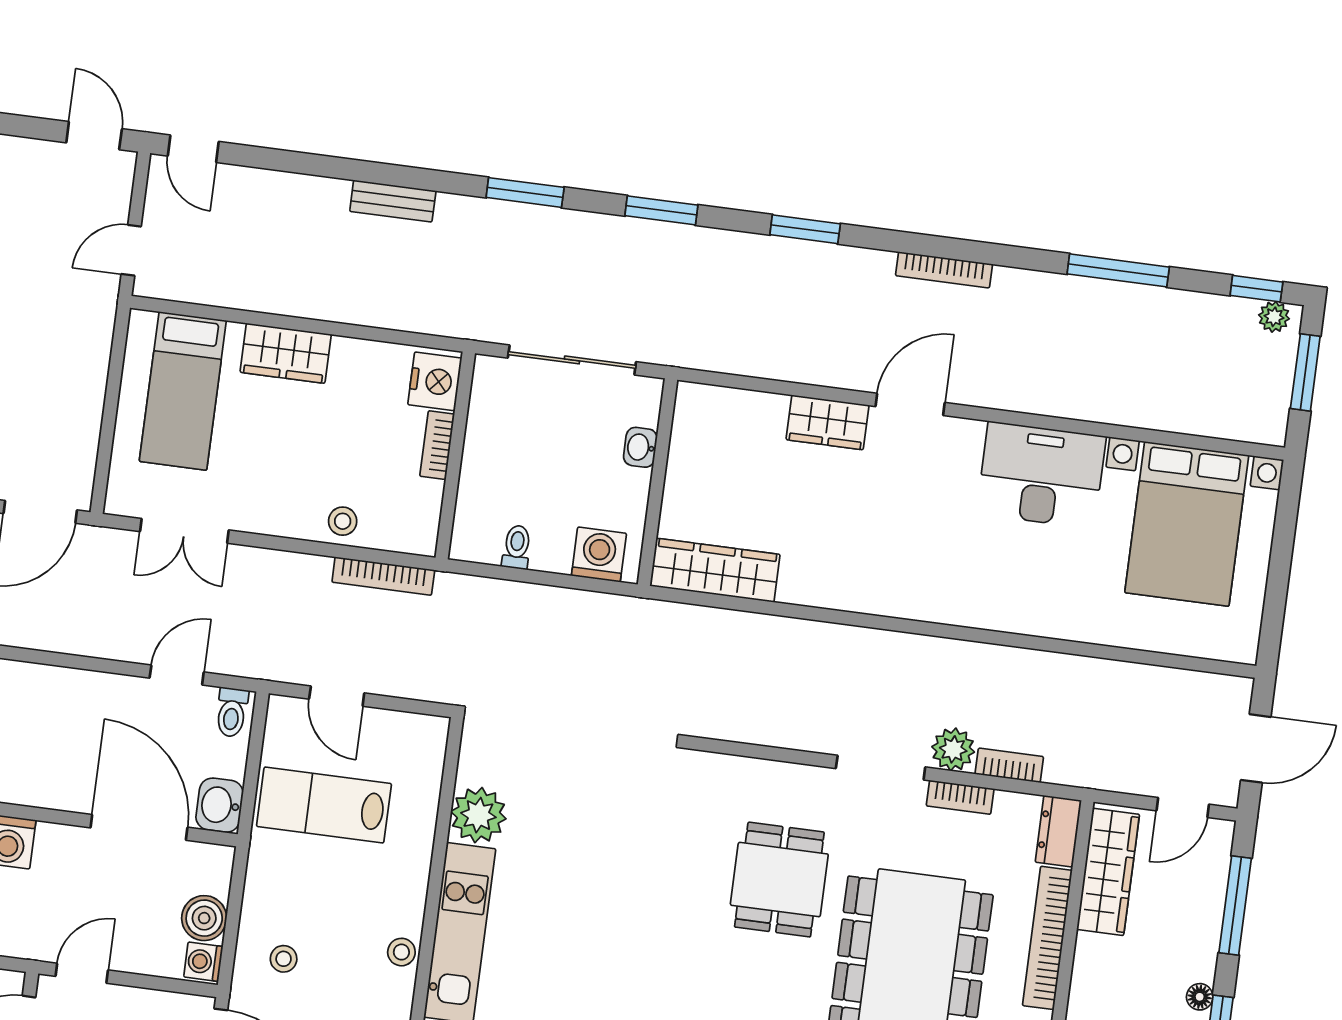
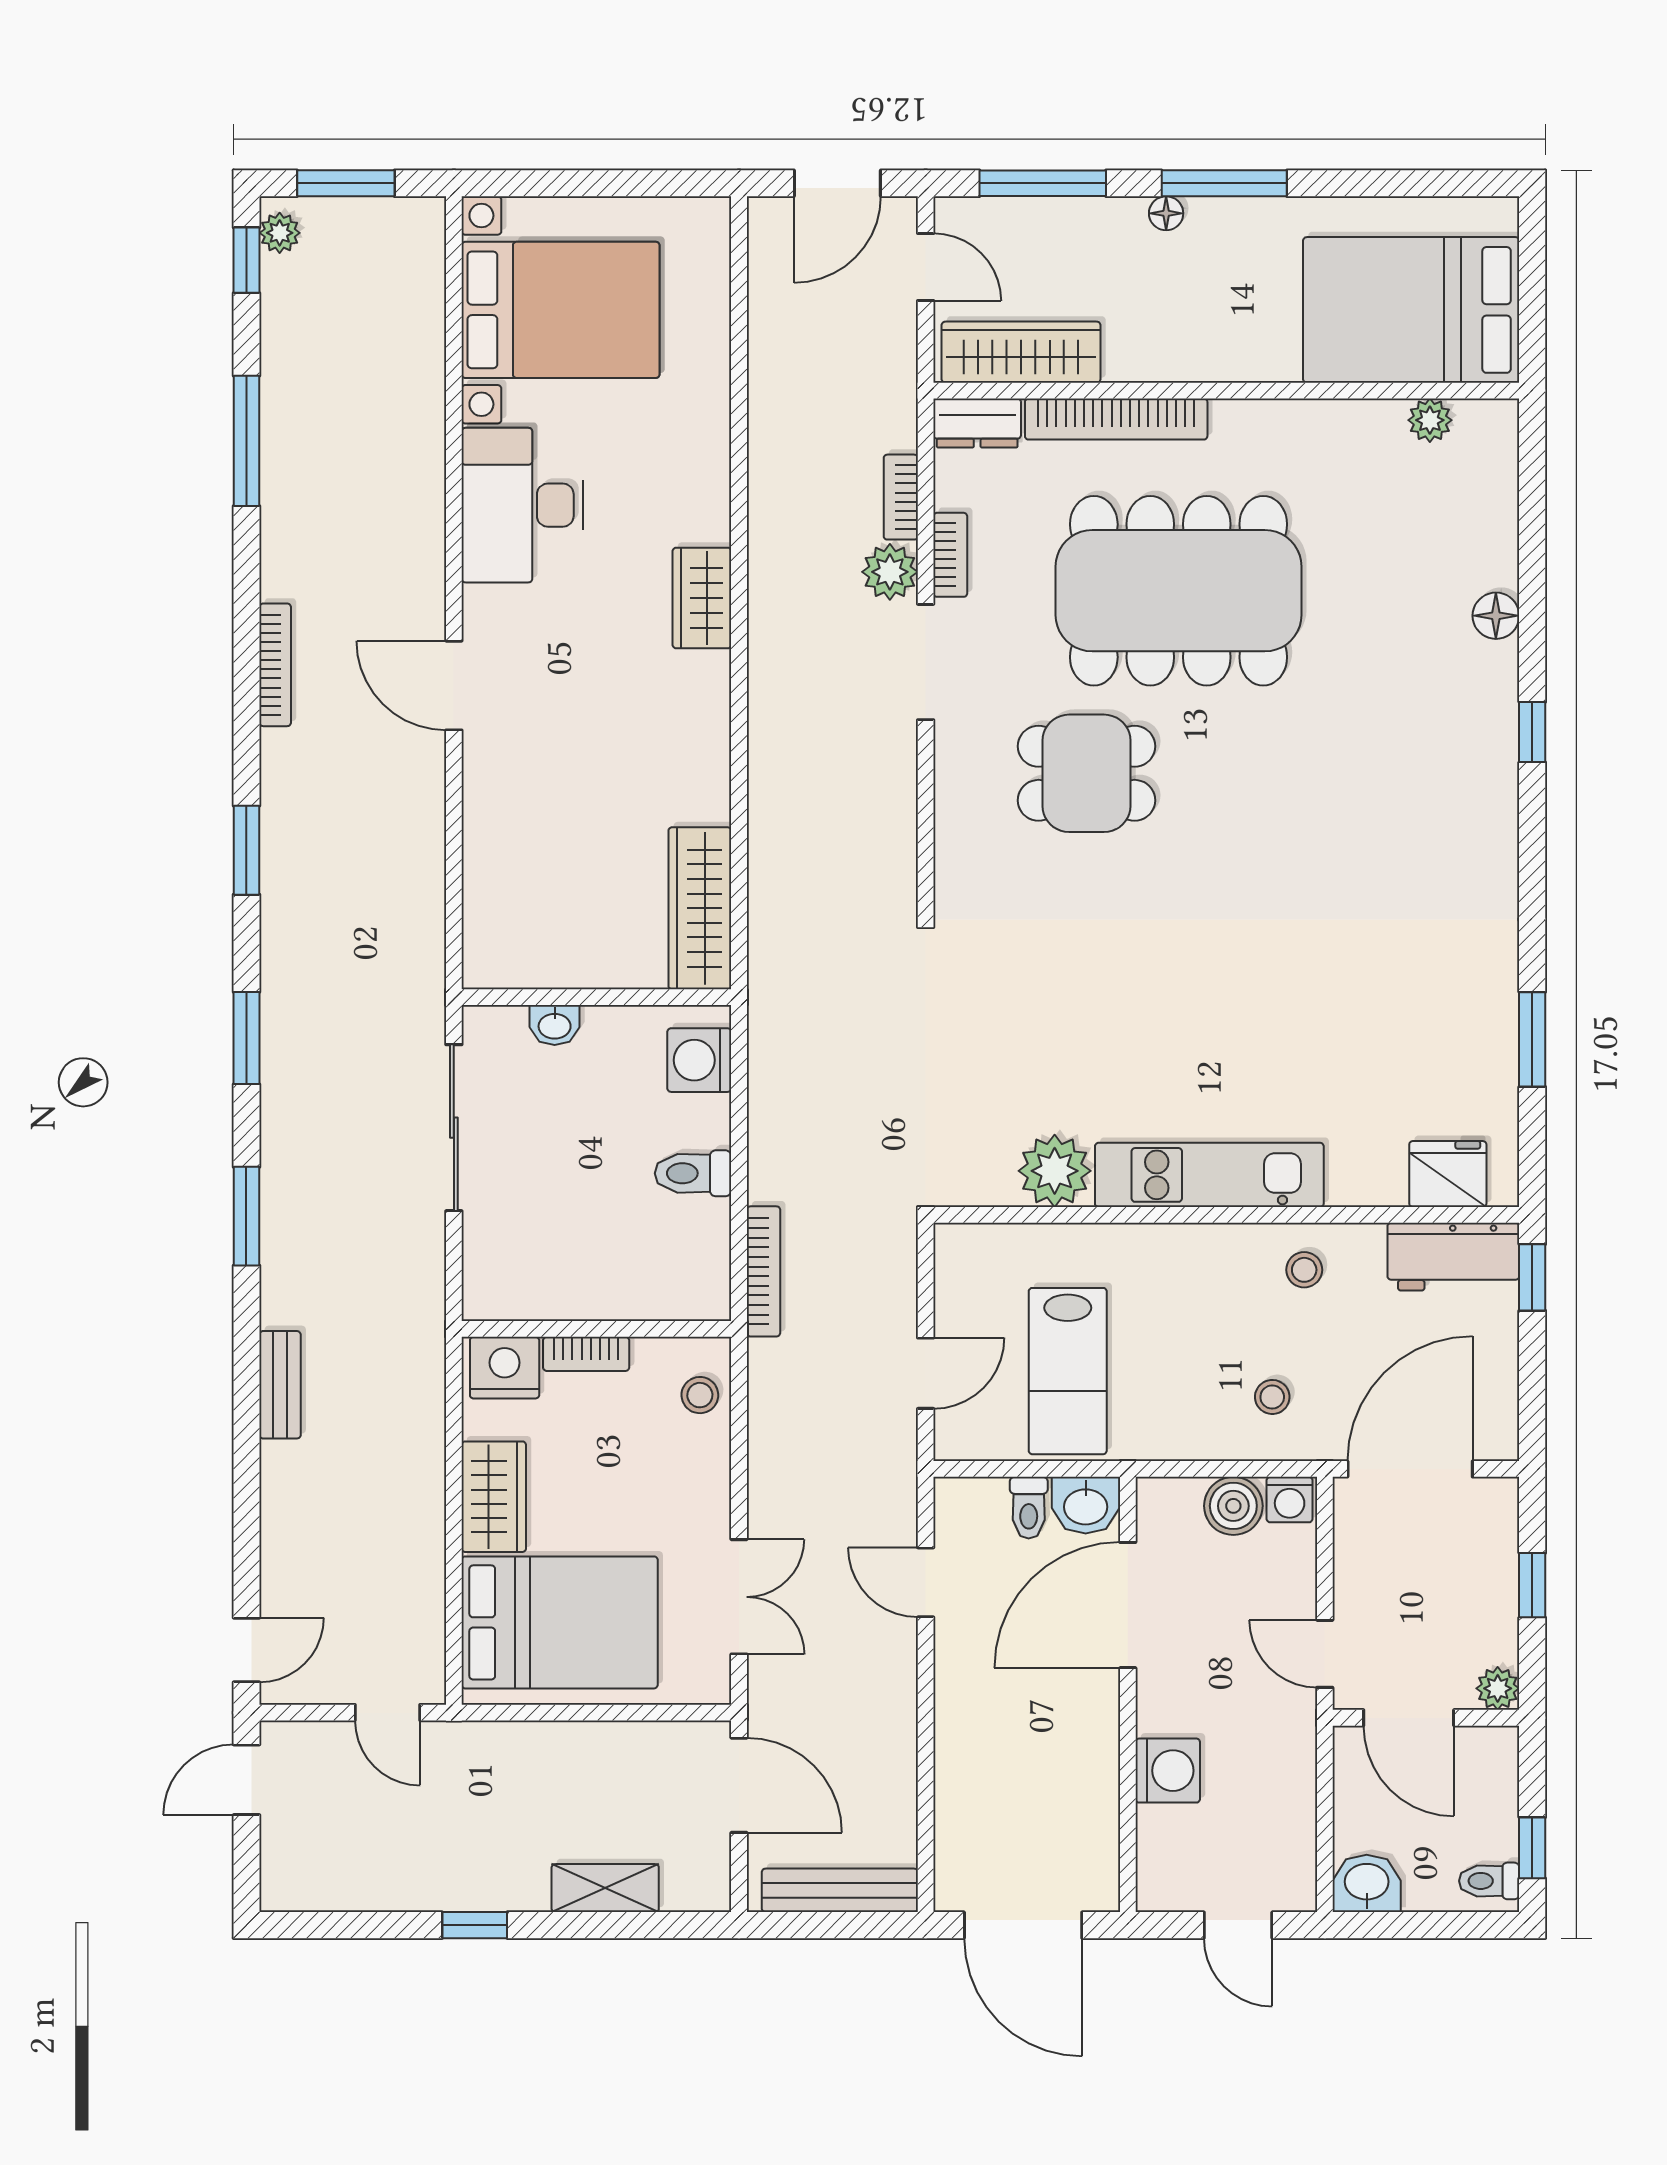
nightstand: (435, 381) -> (505, 1368), moved
bed: (183, 391) -> (560, 1622), width x1.50
wardrobe: (828, 422) -> (702, 598), moved, turned 180
bookcase: (437, 445) -> (586, 1354), moved
wall: (455, 455) -> (596, 1329), moved
toilet: (517, 547) -> (693, 1173), width x1.37, depth x1.39
bookcase: (383, 576) -> (763, 1271), moved
toilet: (232, 712) -> (1029, 1508), moved, turned 90
door: (1256, 748) -> (837, 183), swing flipped
stool: (401, 952) -> (1304, 1270), moved

